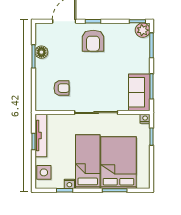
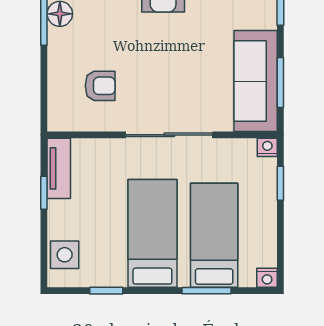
sofa: (139, 92) -> (256, 81), width x1.36
tv unit: (41, 135) -> (59, 168), width x0.71
bed: (118, 163) -> (214, 235), width x0.67
nightstand: (69, 184) -> (267, 278), moved

